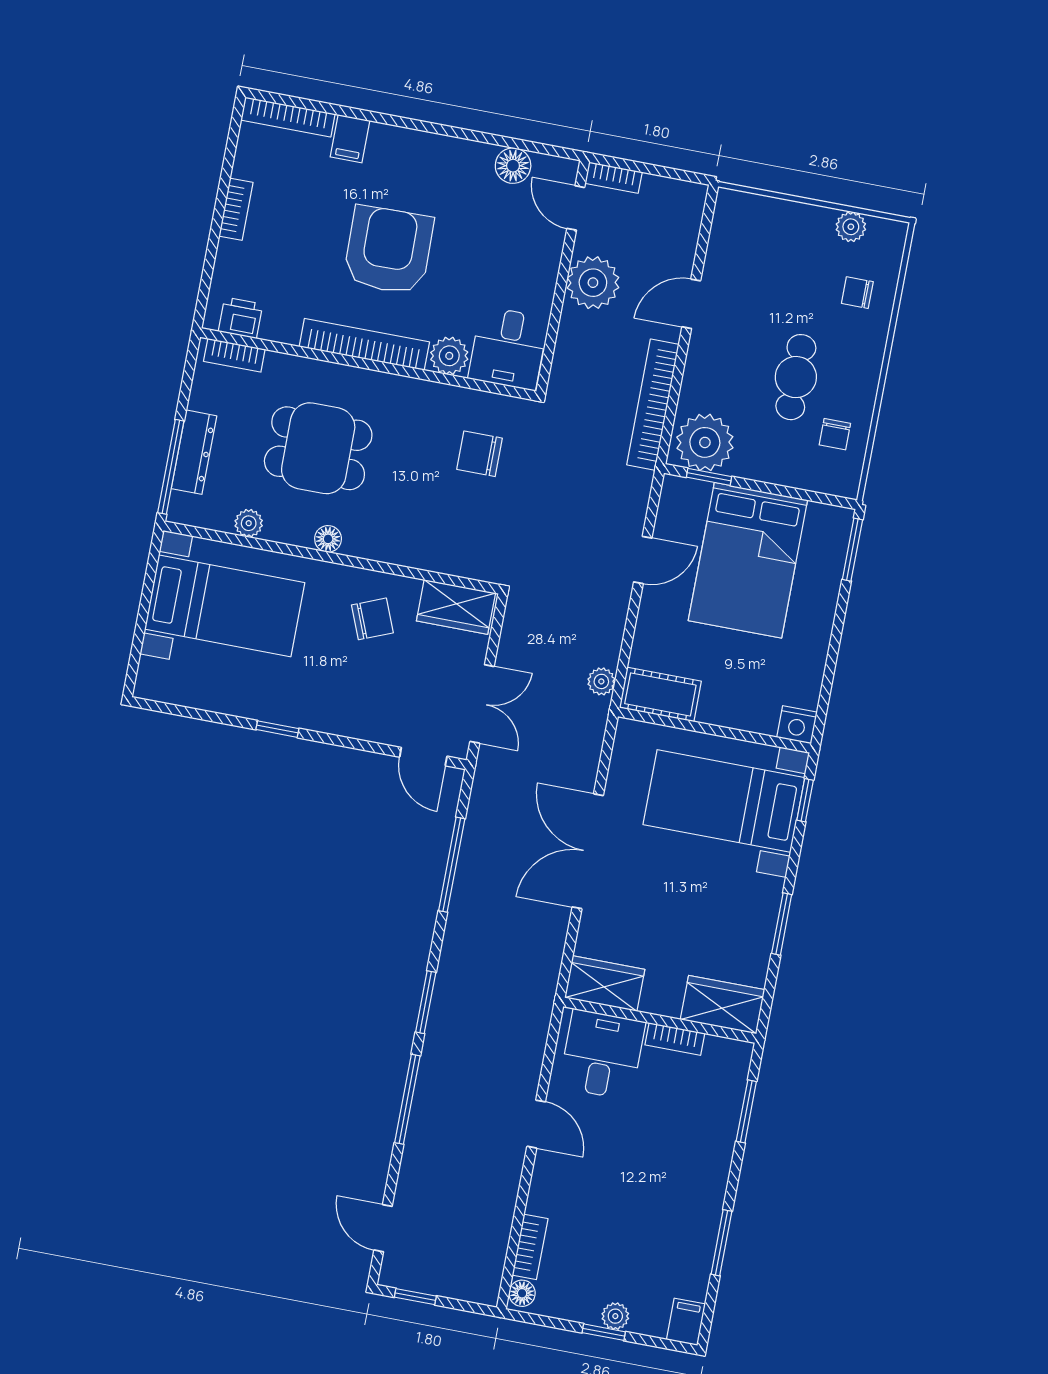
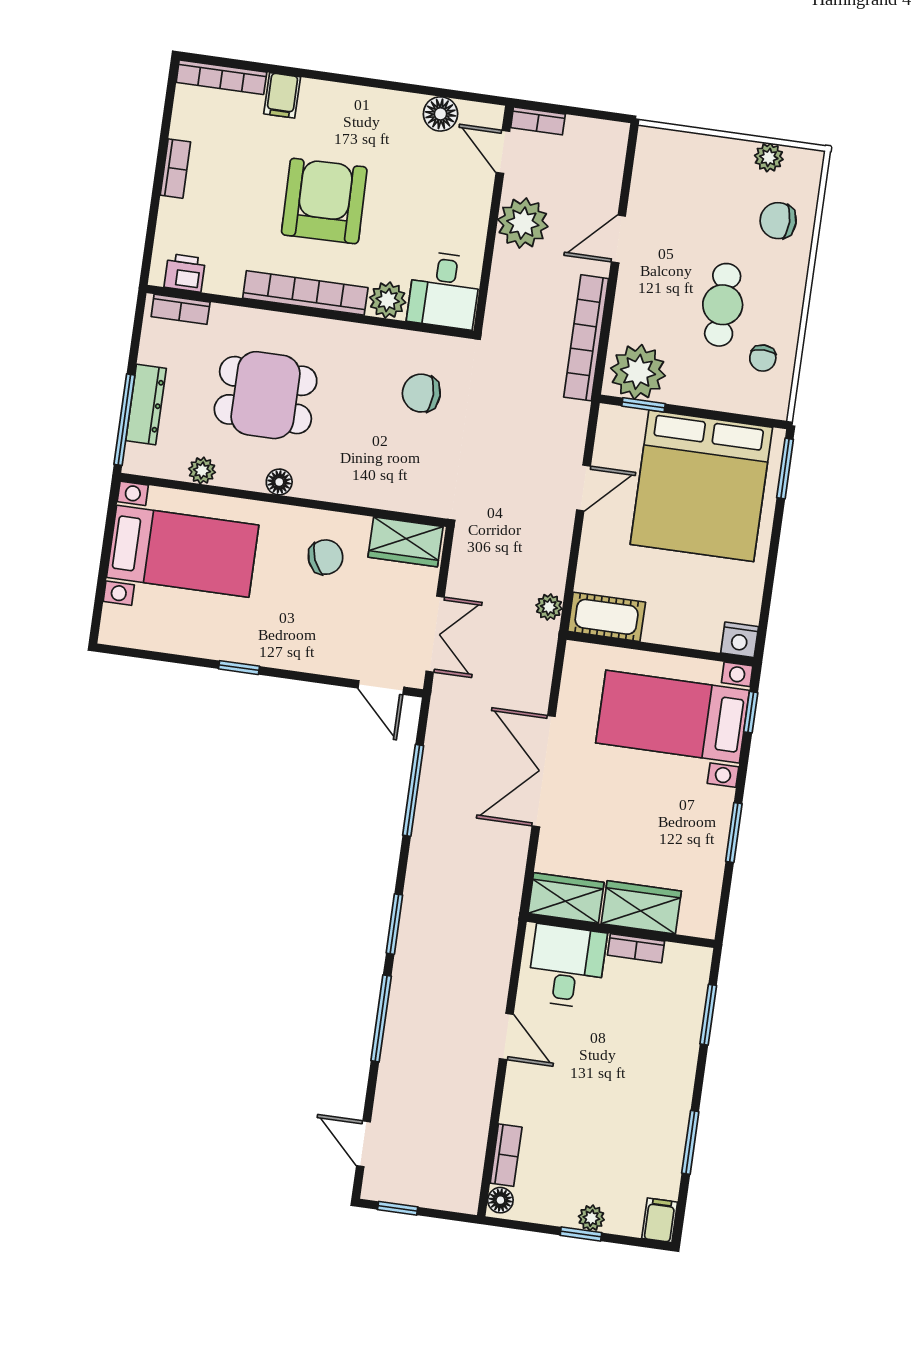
chair: (857, 293) -> (778, 221), width x1.37, depth x1.37
bed: (748, 560) -> (701, 486), width x1.36
wardrobe: (722, 1005) -> (641, 907), moved

